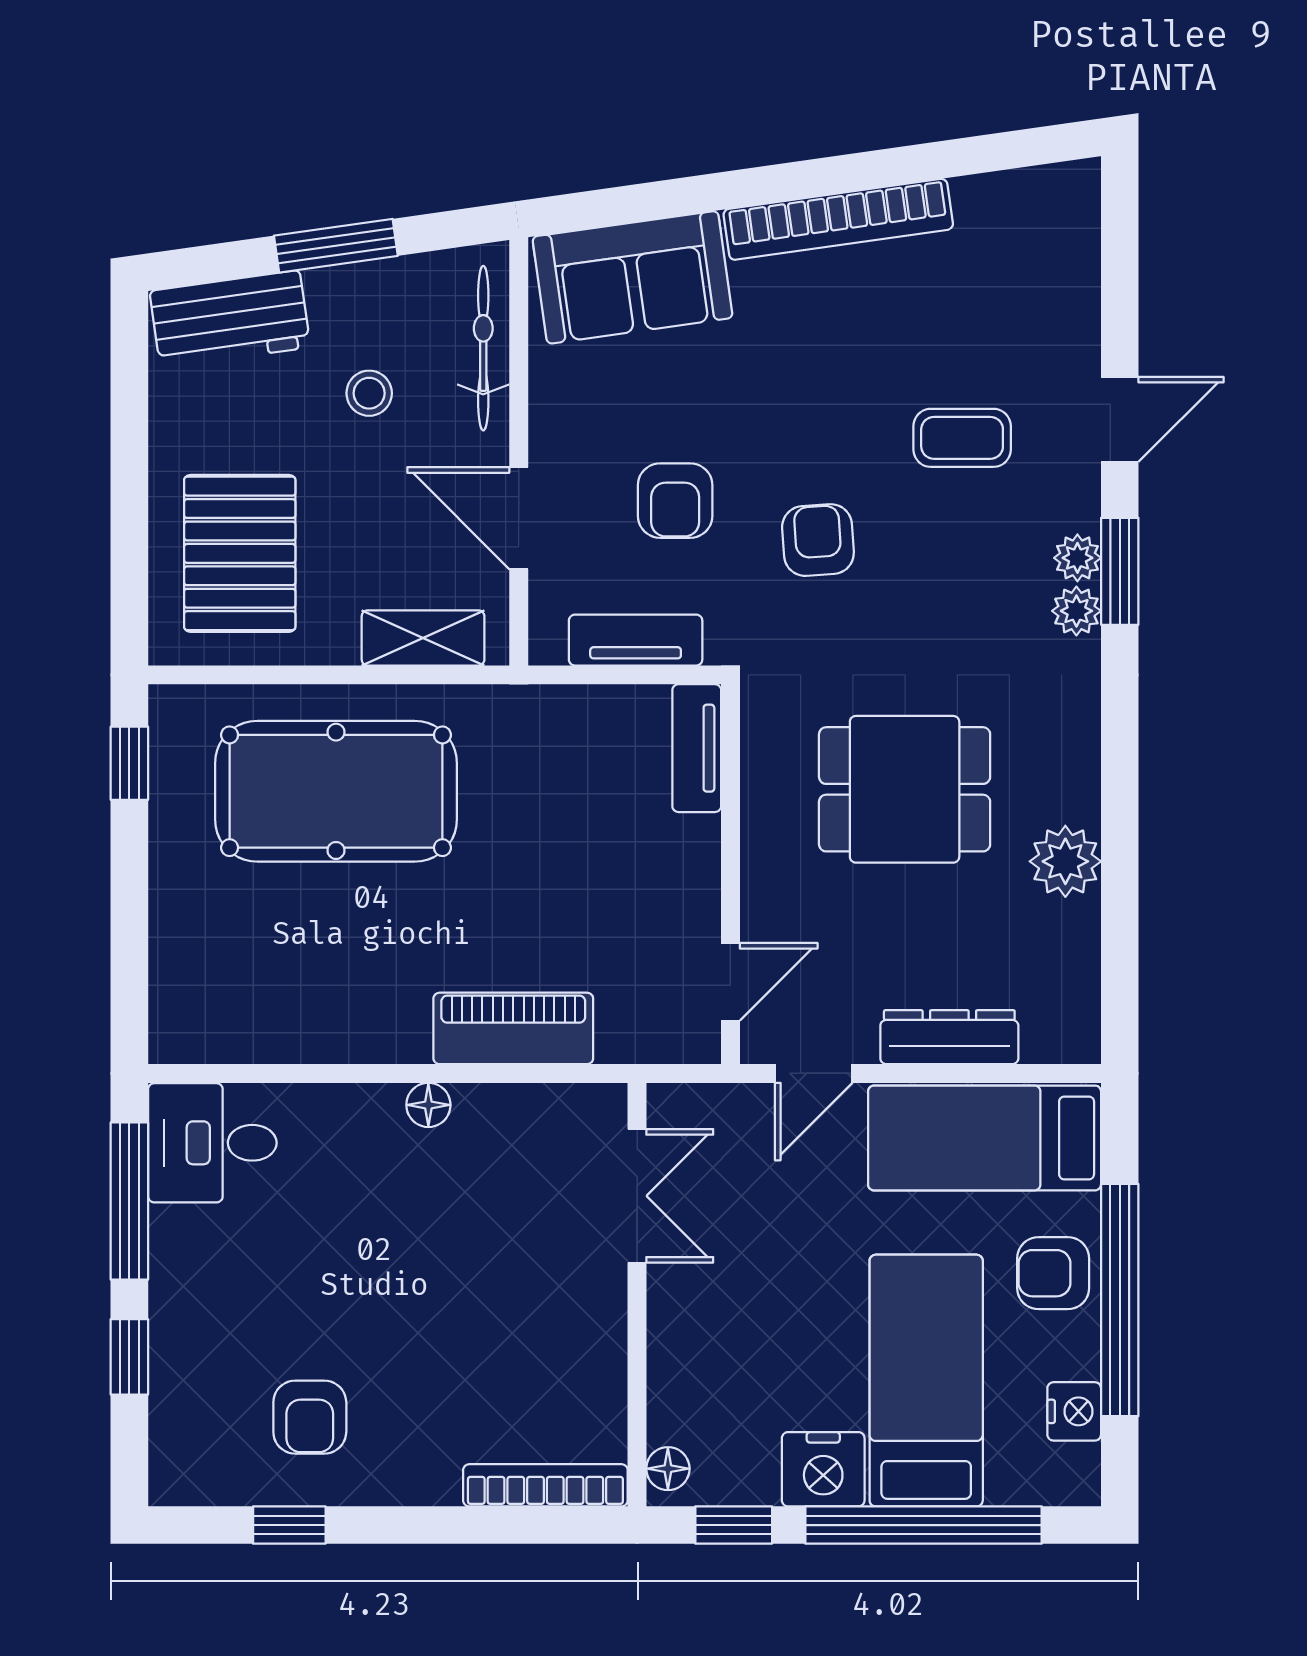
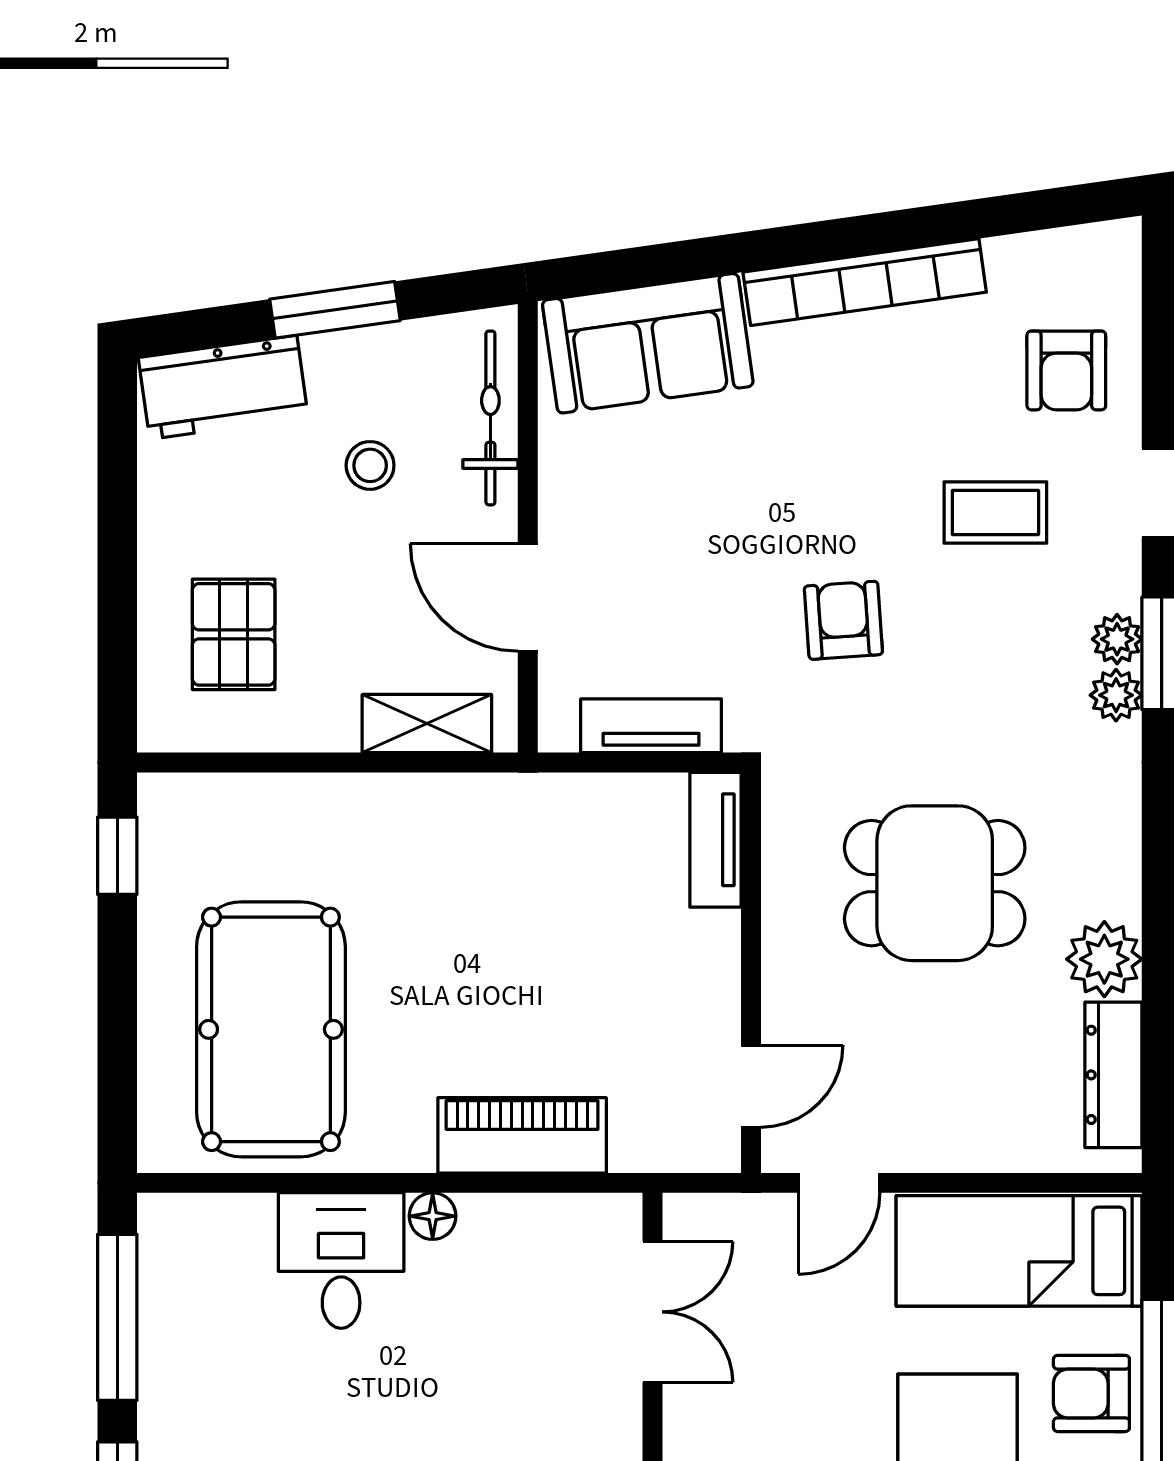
armchair: (675, 501) -> (1066, 370), moved
pallet: (240, 553) -> (234, 634), width x0.67, depth x0.71
pool table: (336, 791) -> (271, 1029), moved, turned 90
dresser: (949, 1037) -> (1113, 1075), moved, turned -90
desk: (212, 1143) -> (341, 1261), moved, turned 90

